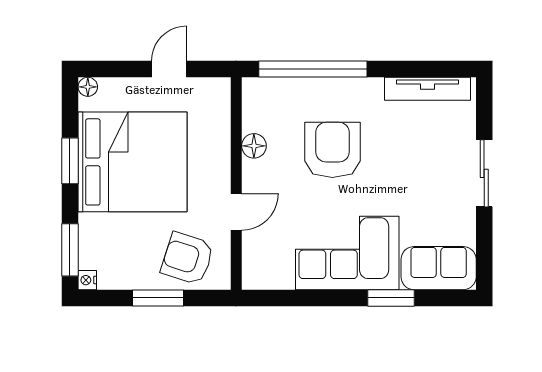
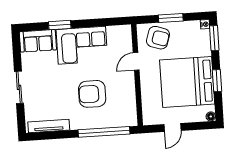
floor lamp: (254, 146) -> (130, 93), removed
armchair: (332, 150) -> (92, 94), turned 90

